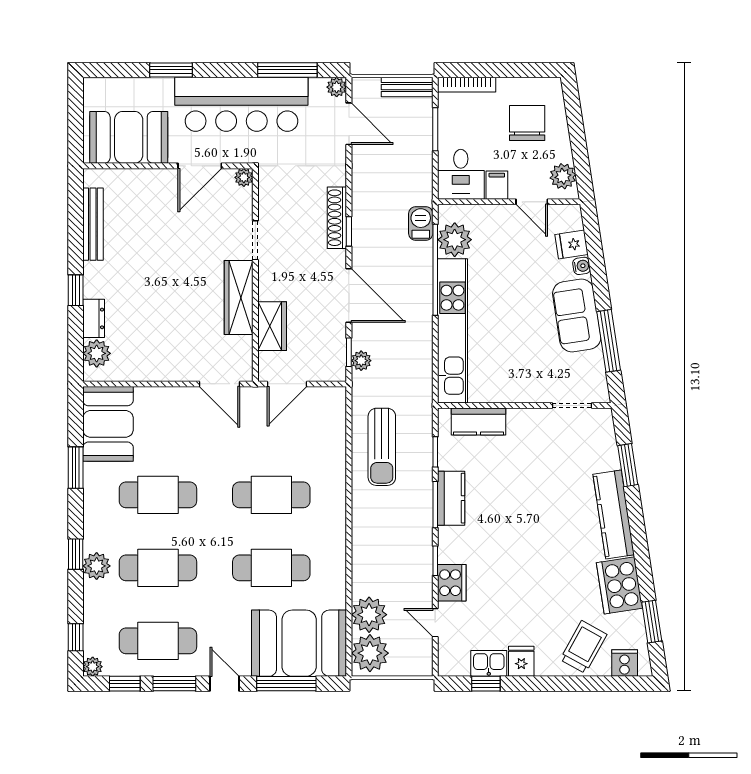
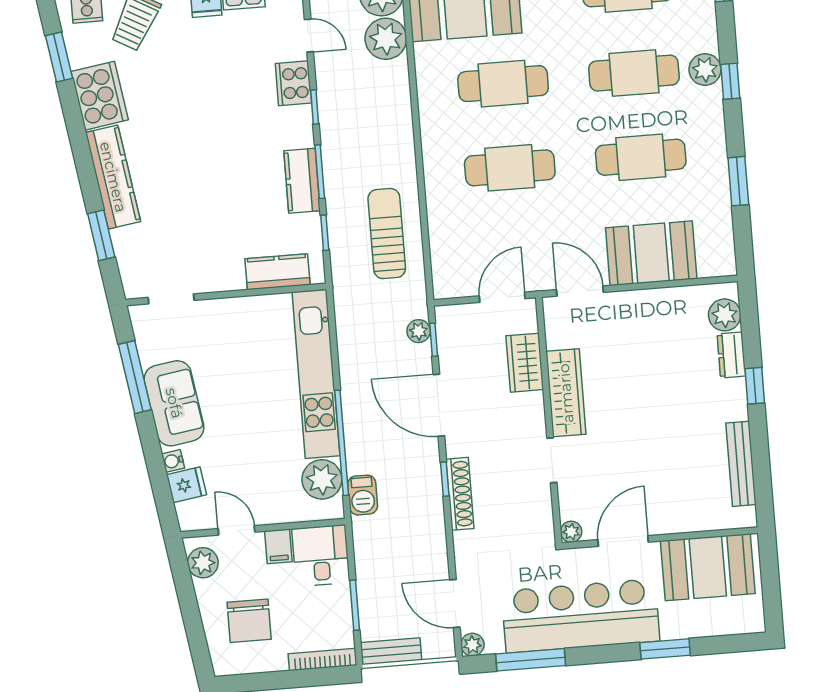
booth: (108, 424) -> (651, 253), moved, turned 90

